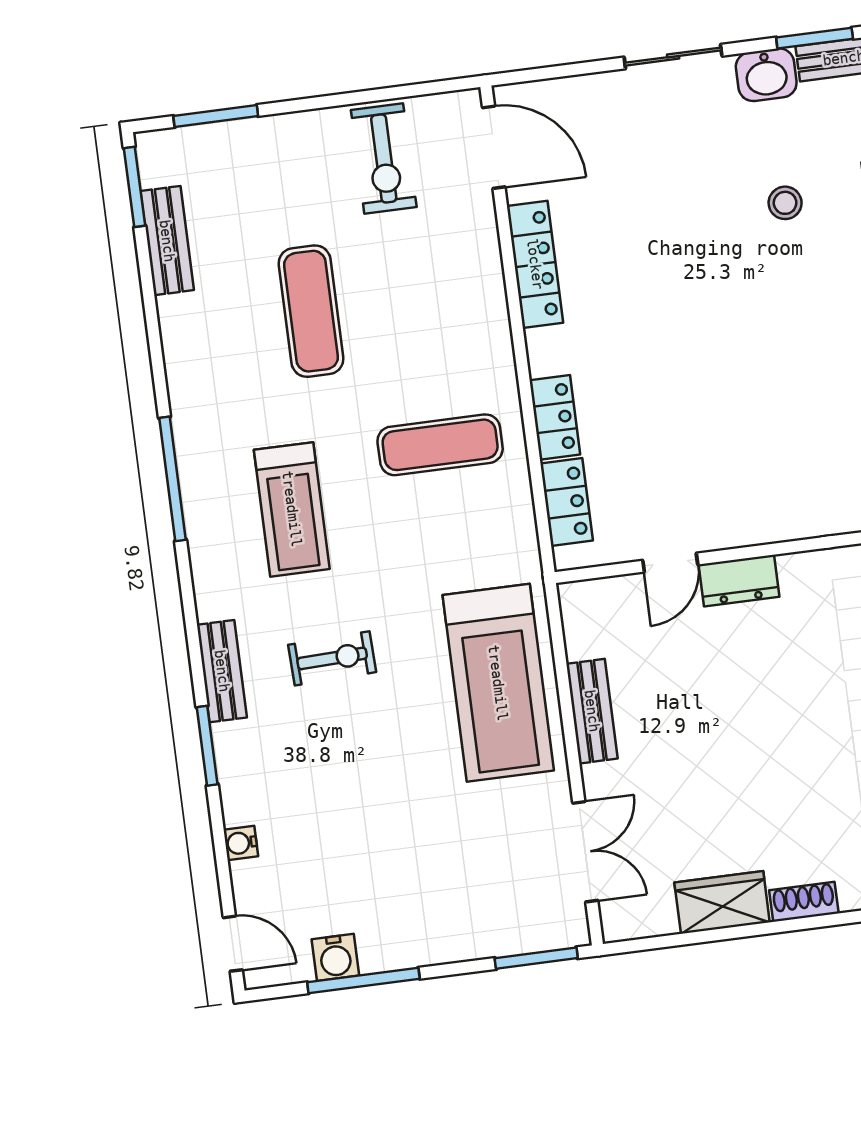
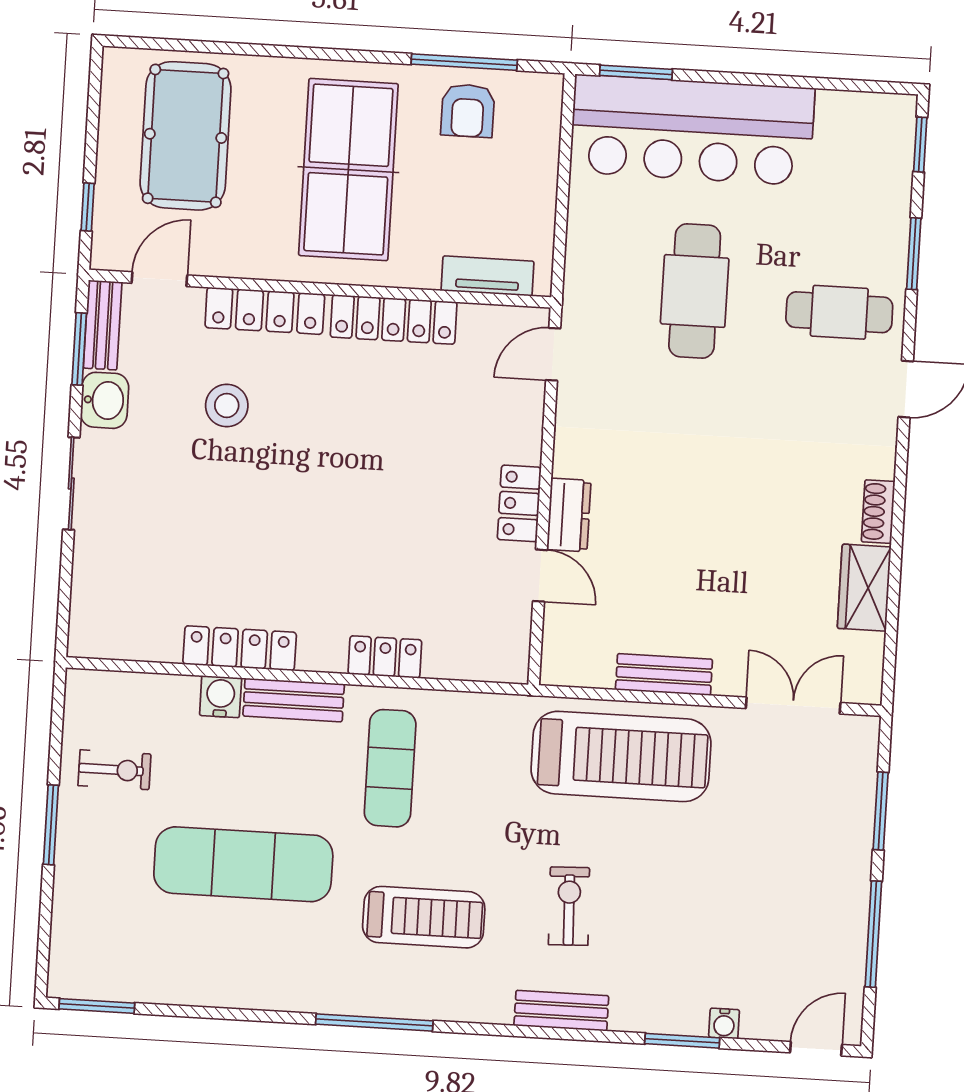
window: (216, 116) -> (51, 825), moved
door: (494, 147) -> (124, 666), removed
exercise bike: (384, 158) -> (115, 770), width x0.73, depth x0.72
stool: (785, 203) -> (227, 405), width x1.37, depth x1.37
bench: (167, 241) -> (294, 700), moved
exercise mat: (311, 311) -> (243, 864), width x1.36, depth x1.45
locker: (567, 502) -> (519, 503), moved, turned -90
window: (207, 746) -> (682, 1041), moved
water cooler: (335, 957) -> (221, 697), moved, turned -90
window: (536, 958) -> (881, 811), moved

